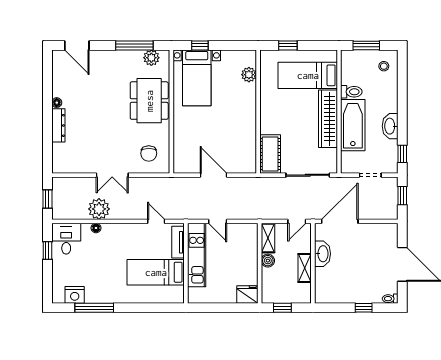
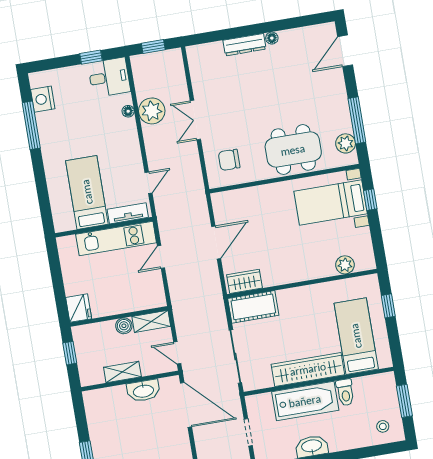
wardrobe: (249, 158) -> (244, 281), added

